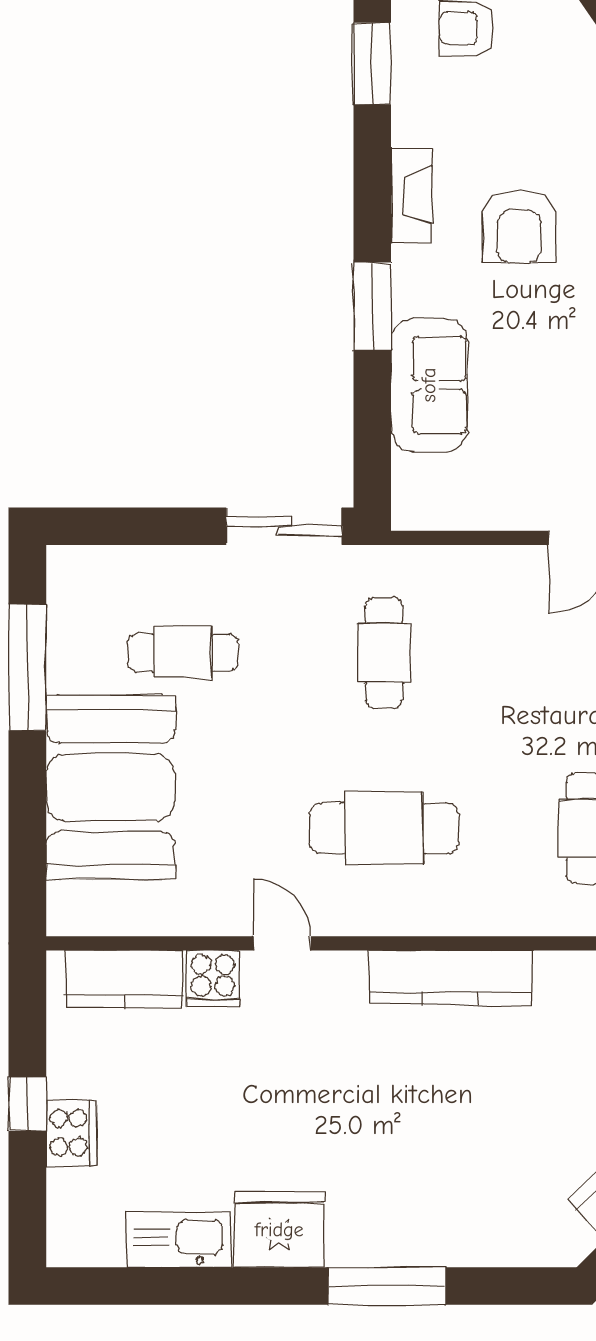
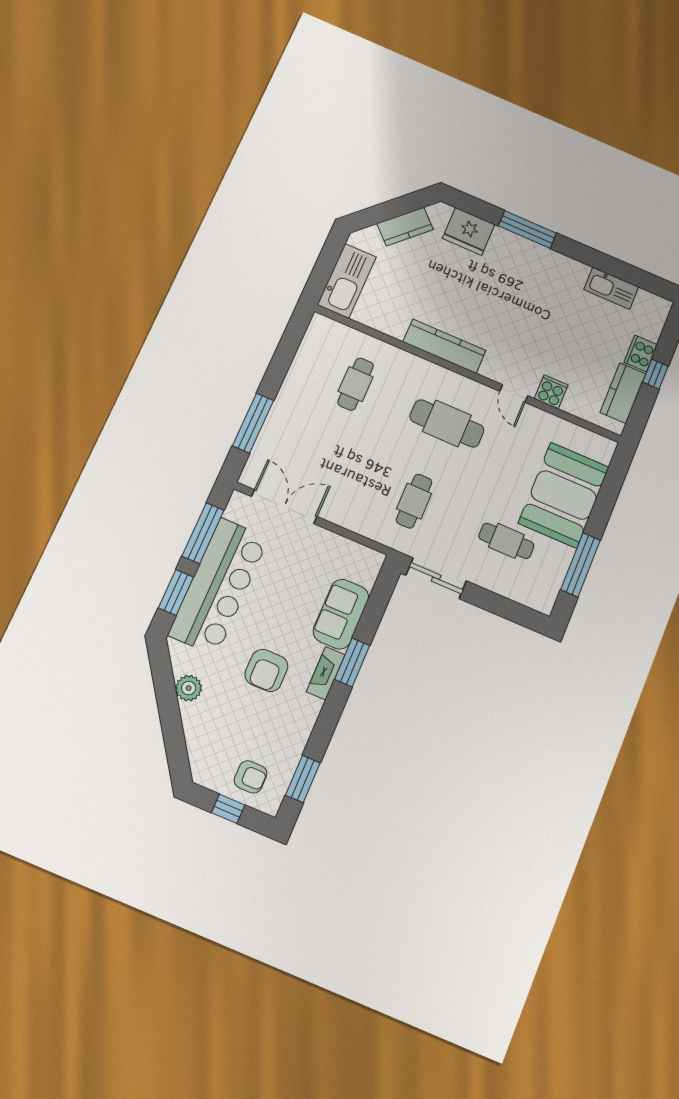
fireplace: (412, 196) -> (326, 673), moved
armchair: (519, 227) -> (266, 670), turned 180
kitchen counter: (124, 980) -> (623, 393), moved, turned -90
fridge: (279, 1230) -> (469, 231), moved

